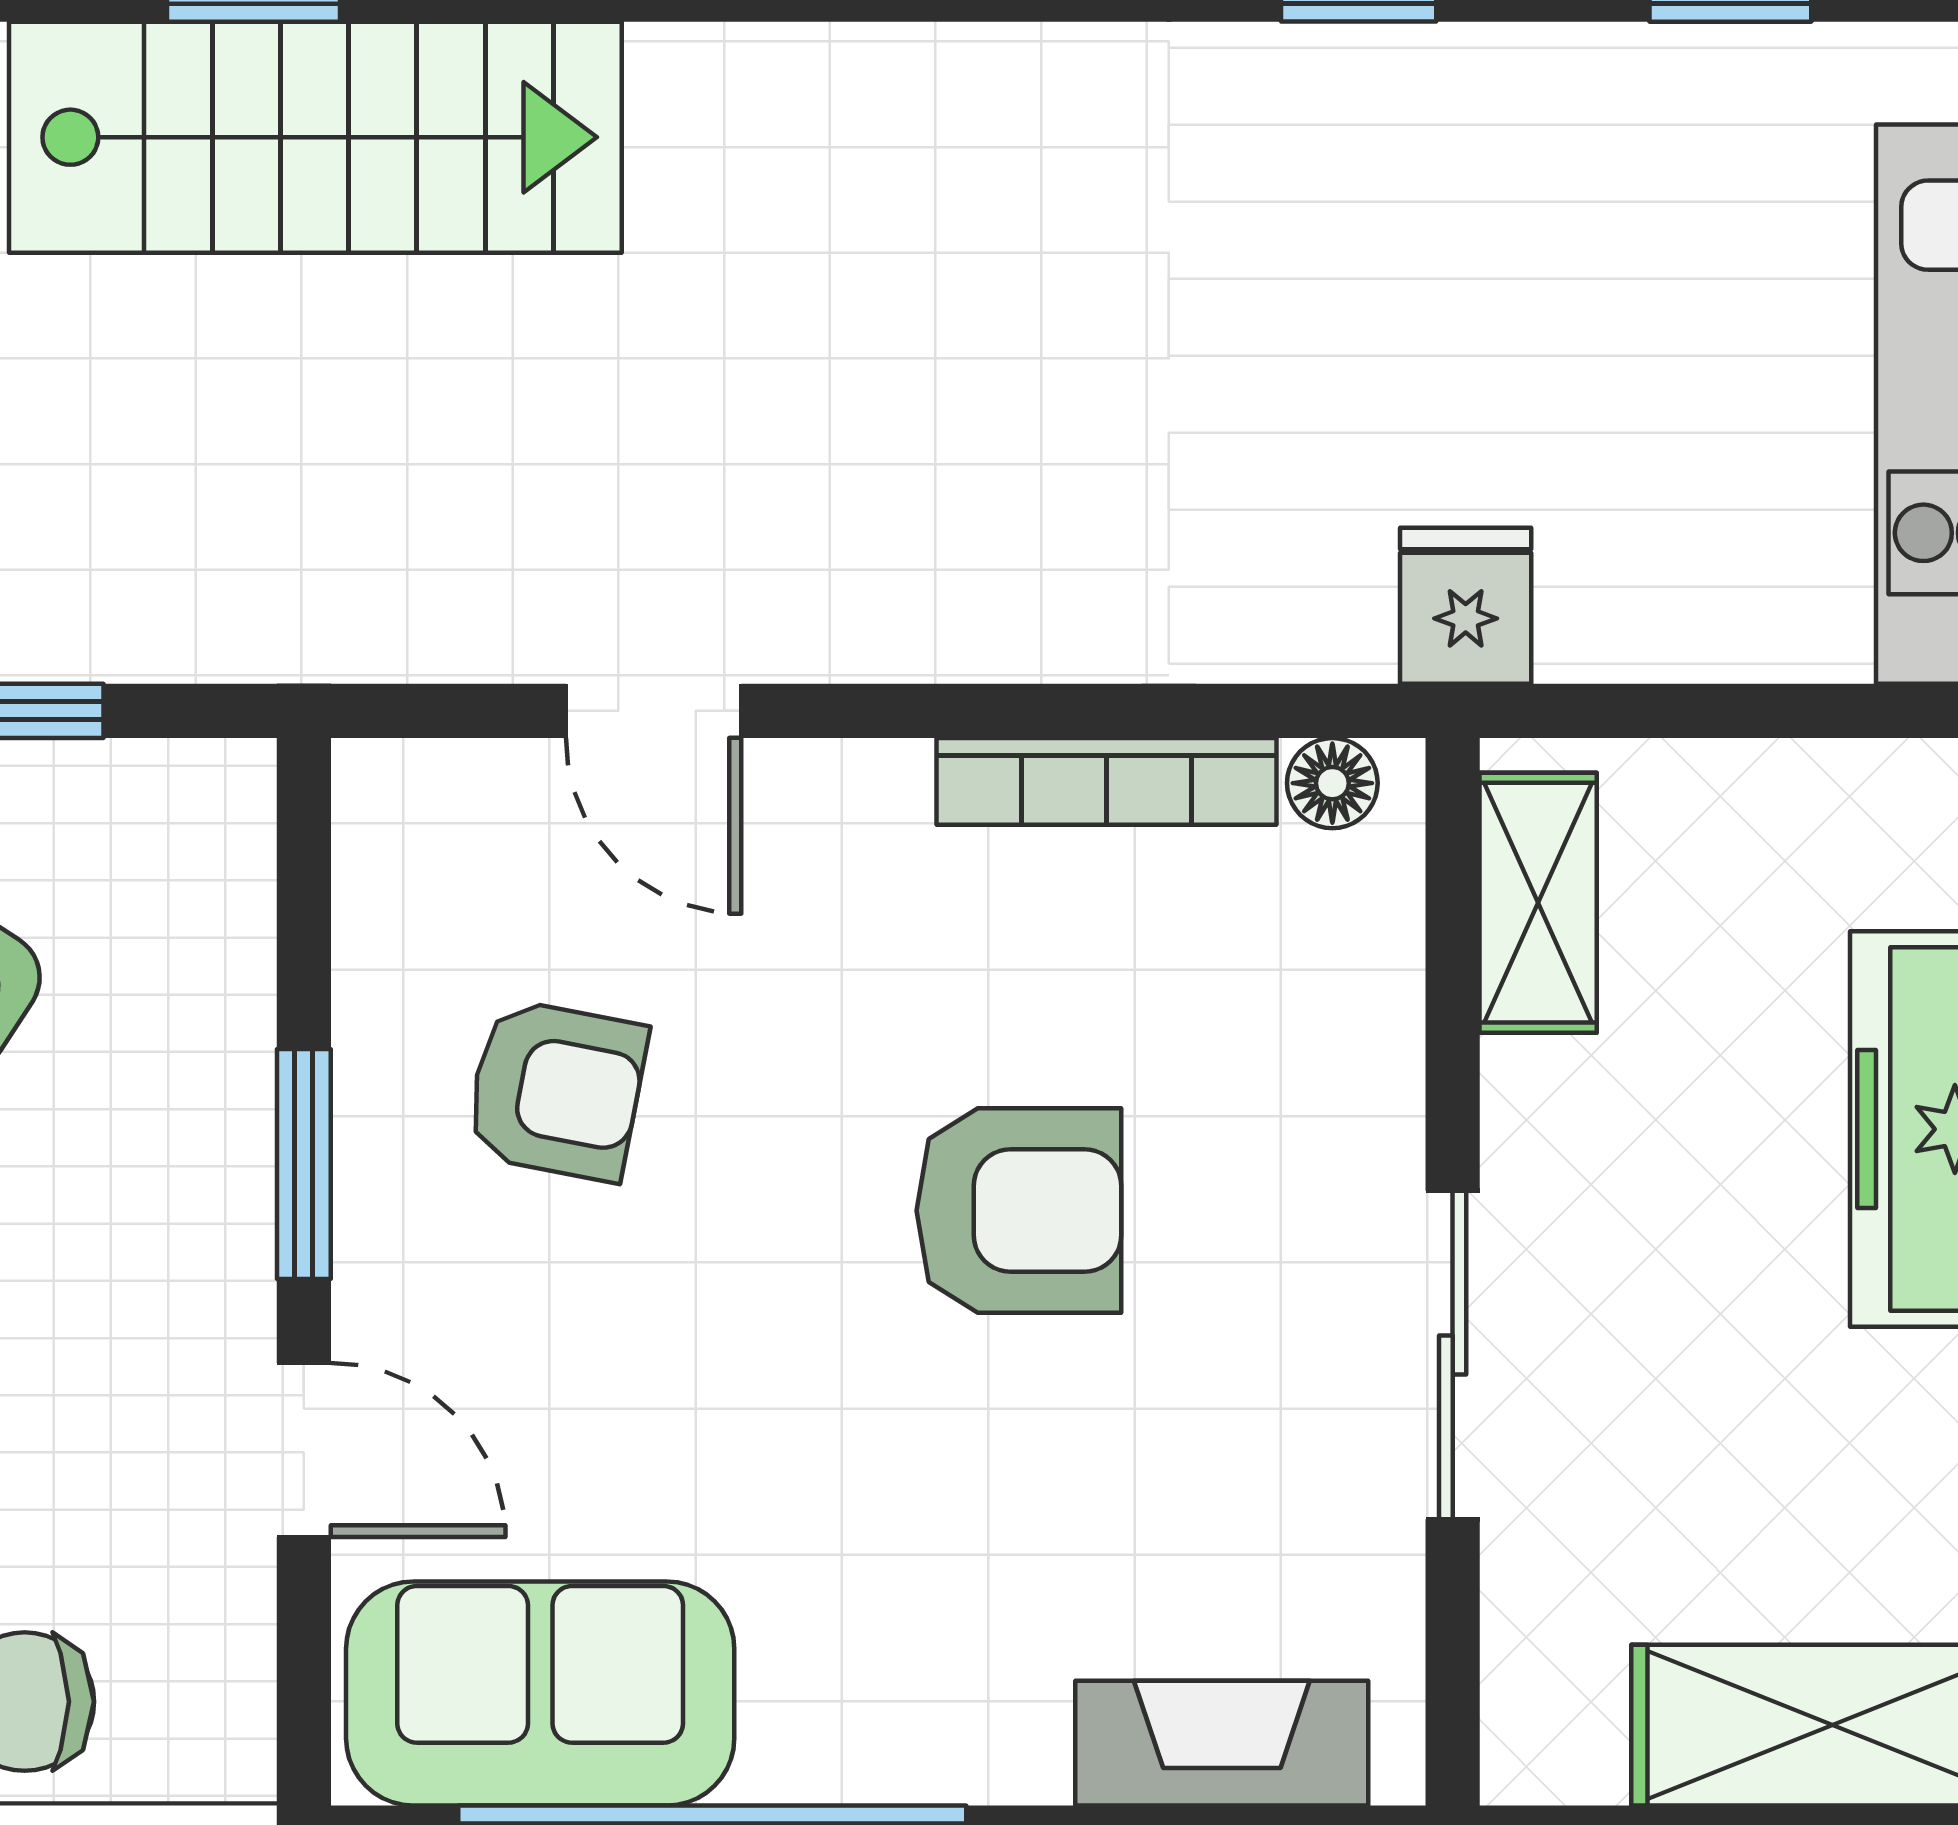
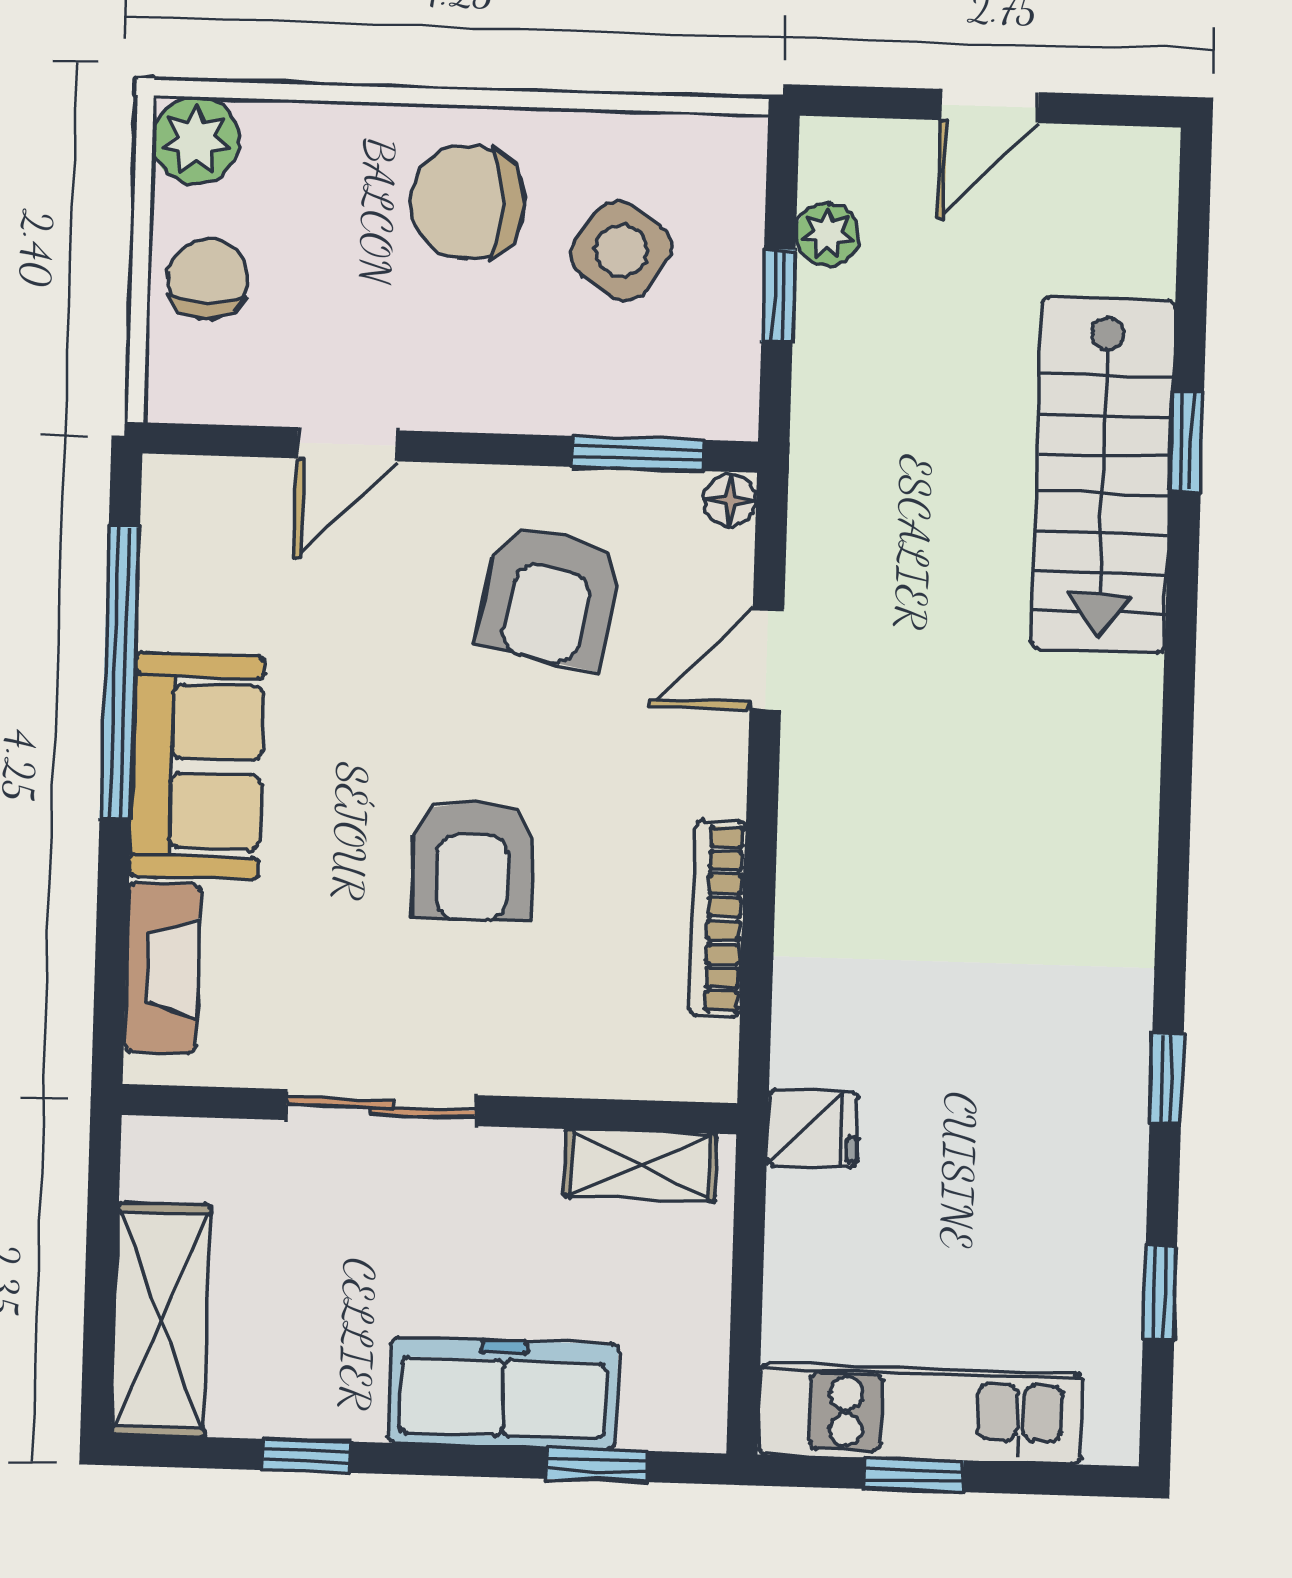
floor lamp: (1332, 783) -> (730, 500), moved
armchair: (556, 1090) -> (550, 596), width x1.38, depth x1.38
window: (304, 1164) -> (638, 453), moved
sofa: (540, 1693) -> (197, 766), moved

